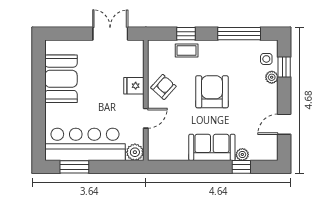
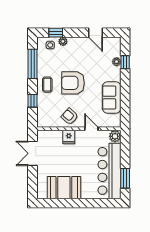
coffee table: (187, 50) -> (47, 85), moved
sofa: (212, 147) -> (112, 97), moved

